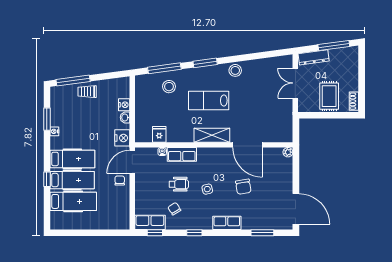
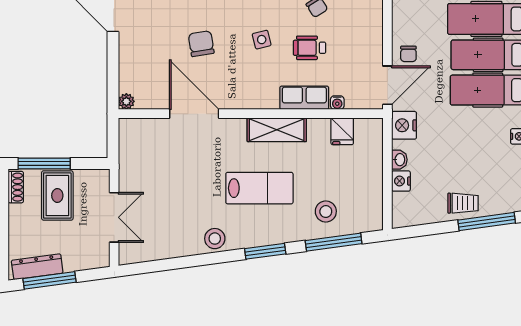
dresser: (314, 57) -> (37, 267), moved
window: (337, 115) -> (44, 163), added
shelving: (212, 135) -> (277, 130), moved

